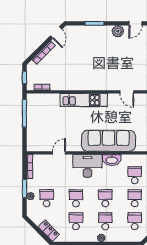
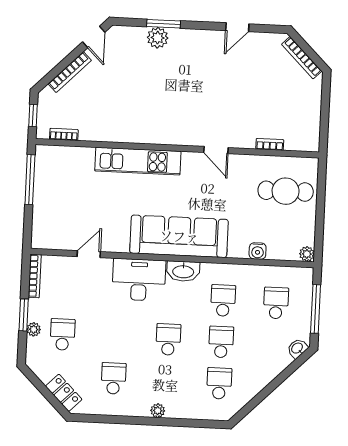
plant: (118, 31) -> (158, 38), moved
school desk: (76, 198) -> (115, 337), removed
school desk: (105, 221) -> (166, 381), removed

